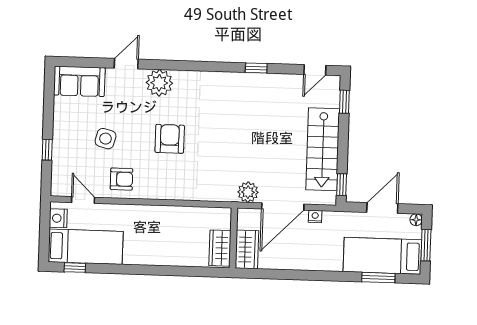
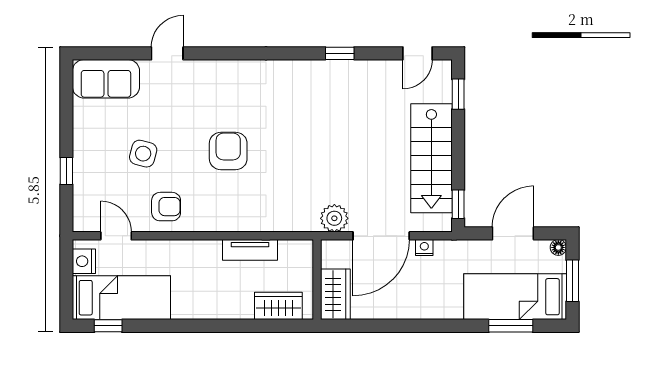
plant: (159, 83) -> (212, 77), removed
tv unit: (184, 214) -> (250, 250), added
wardrobe: (220, 248) -> (278, 306), moved, turned 90

